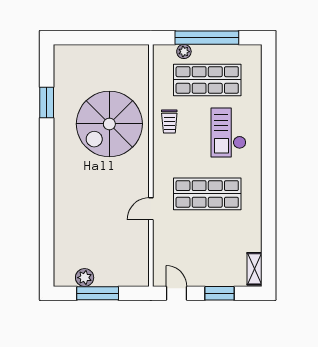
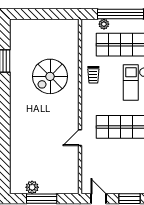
spiral stairs: (109, 124) -> (50, 76), width x0.73, depth x0.73

